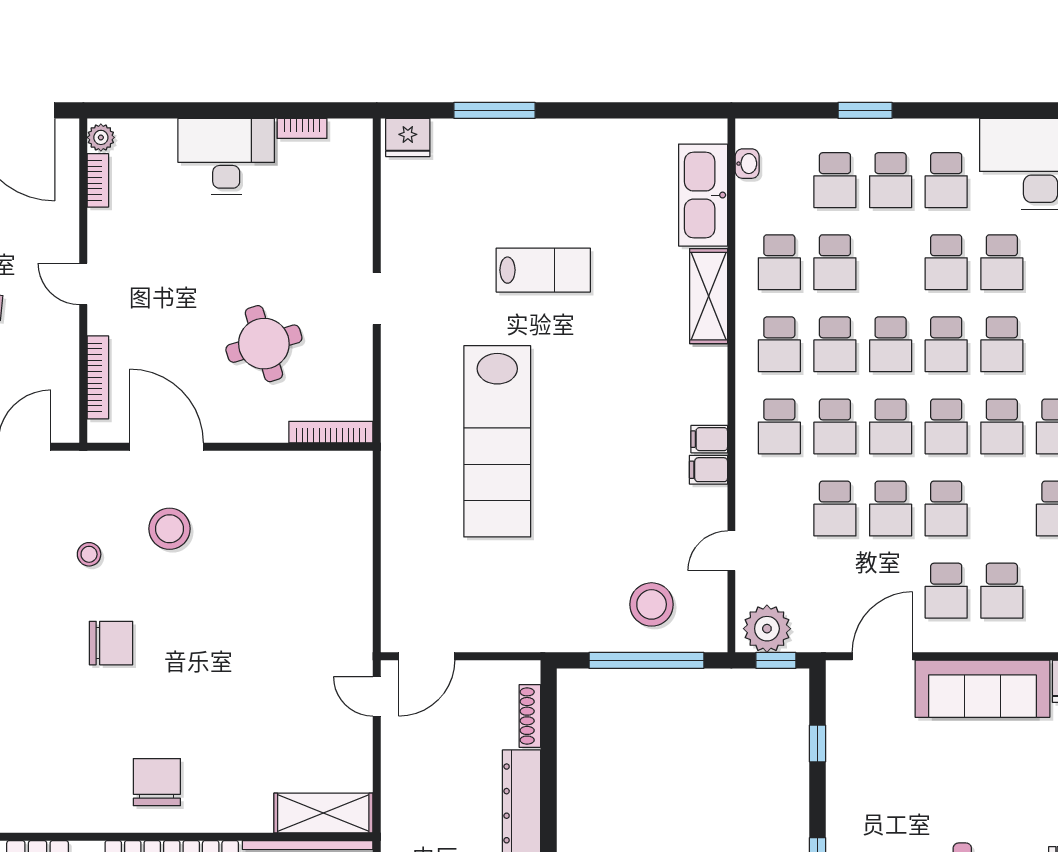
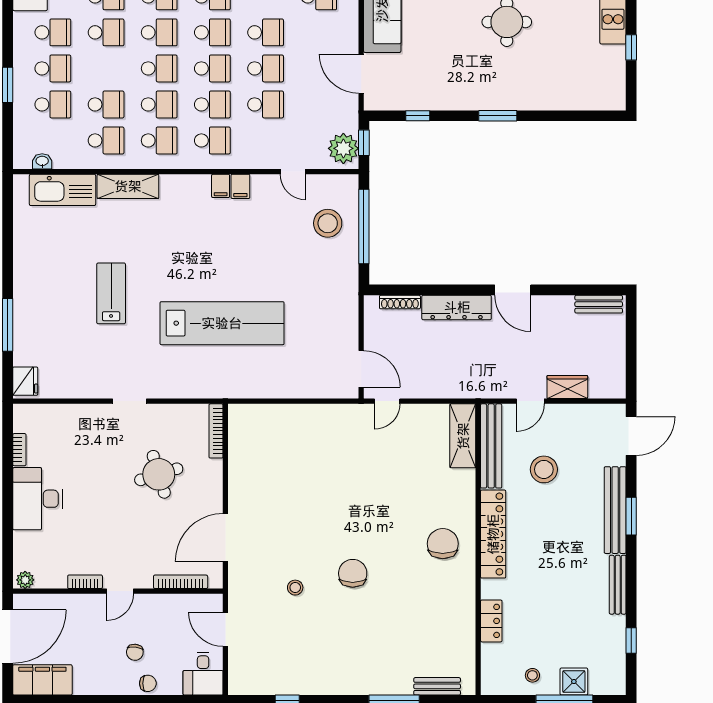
bookcase: (98, 180) -> (85, 582), moved
stool: (170, 529) -> (279, 535), removed
school desk: (946, 591) -> (319, 32), removed
chair: (157, 782) -> (443, 544), turned 90

